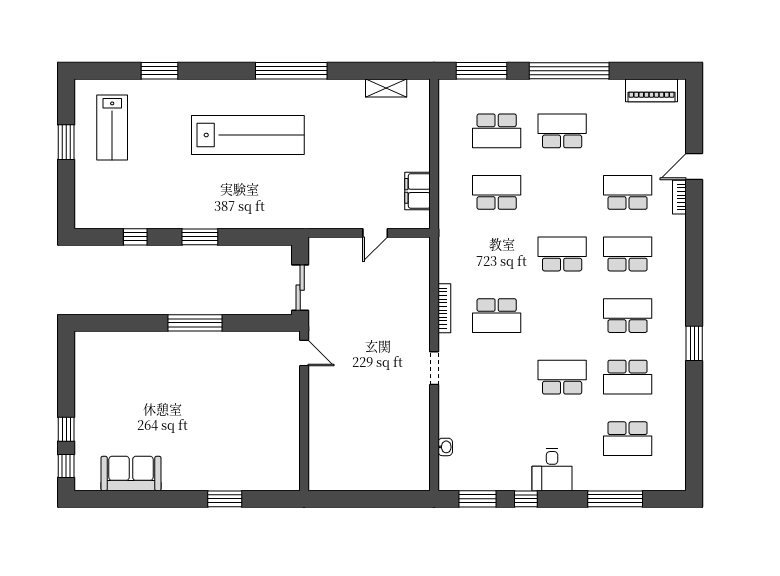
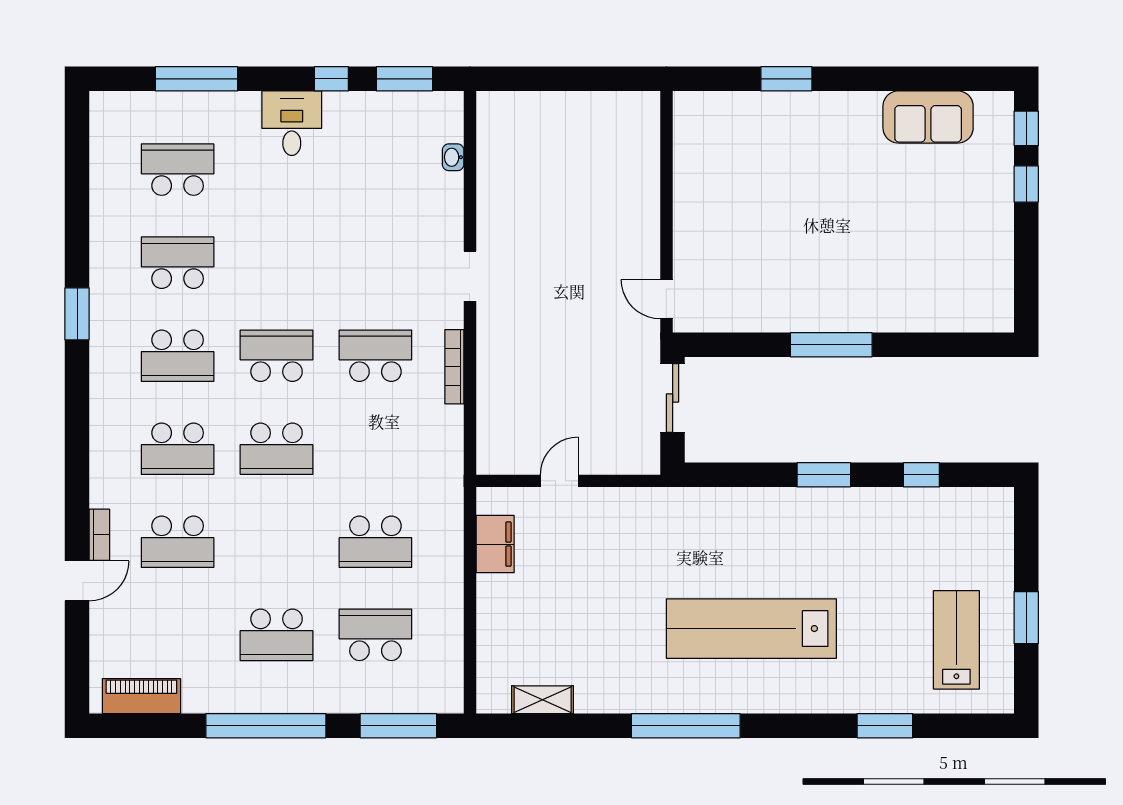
school desk: (562, 377) -> (277, 356), moved, turned 180

